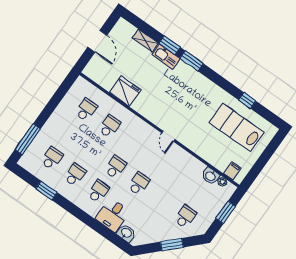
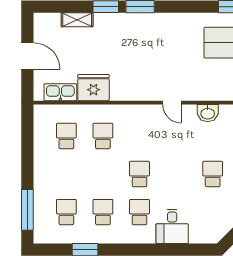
kitchen sink: (166, 57) -> (60, 92), moved, turned 180
school desk: (139, 184) -> (213, 174), moved
washbasin: (126, 233) -> (208, 113), moved, turned 180

